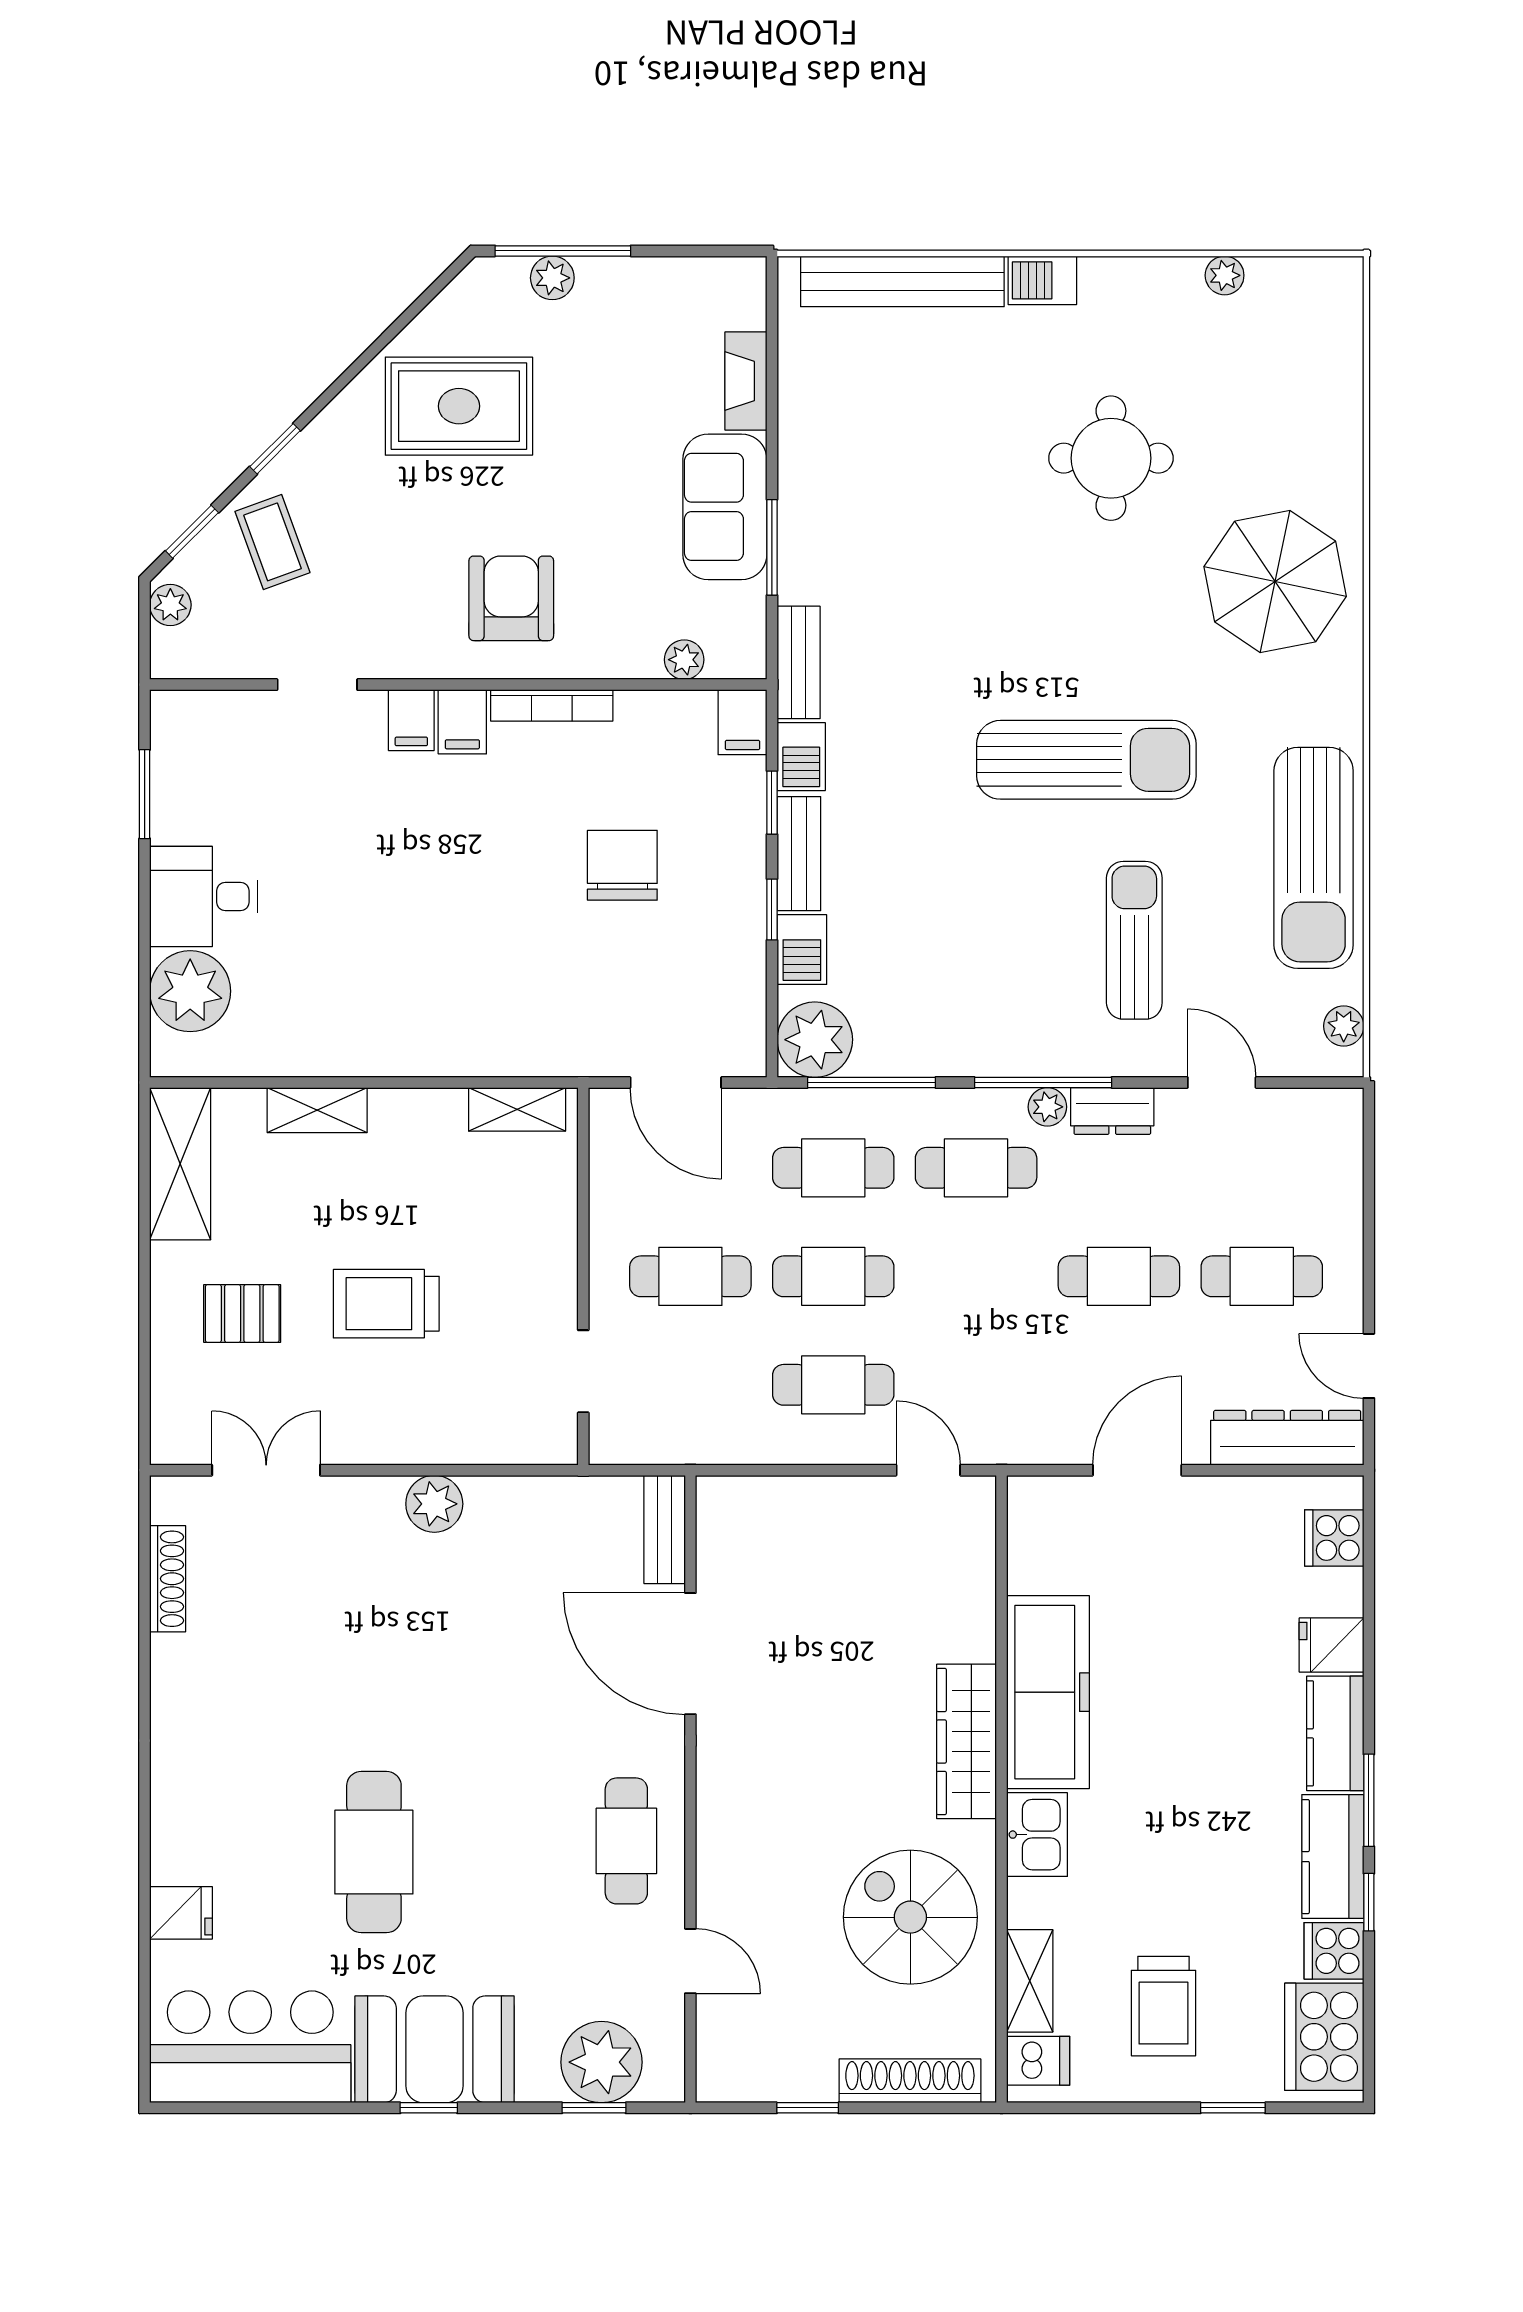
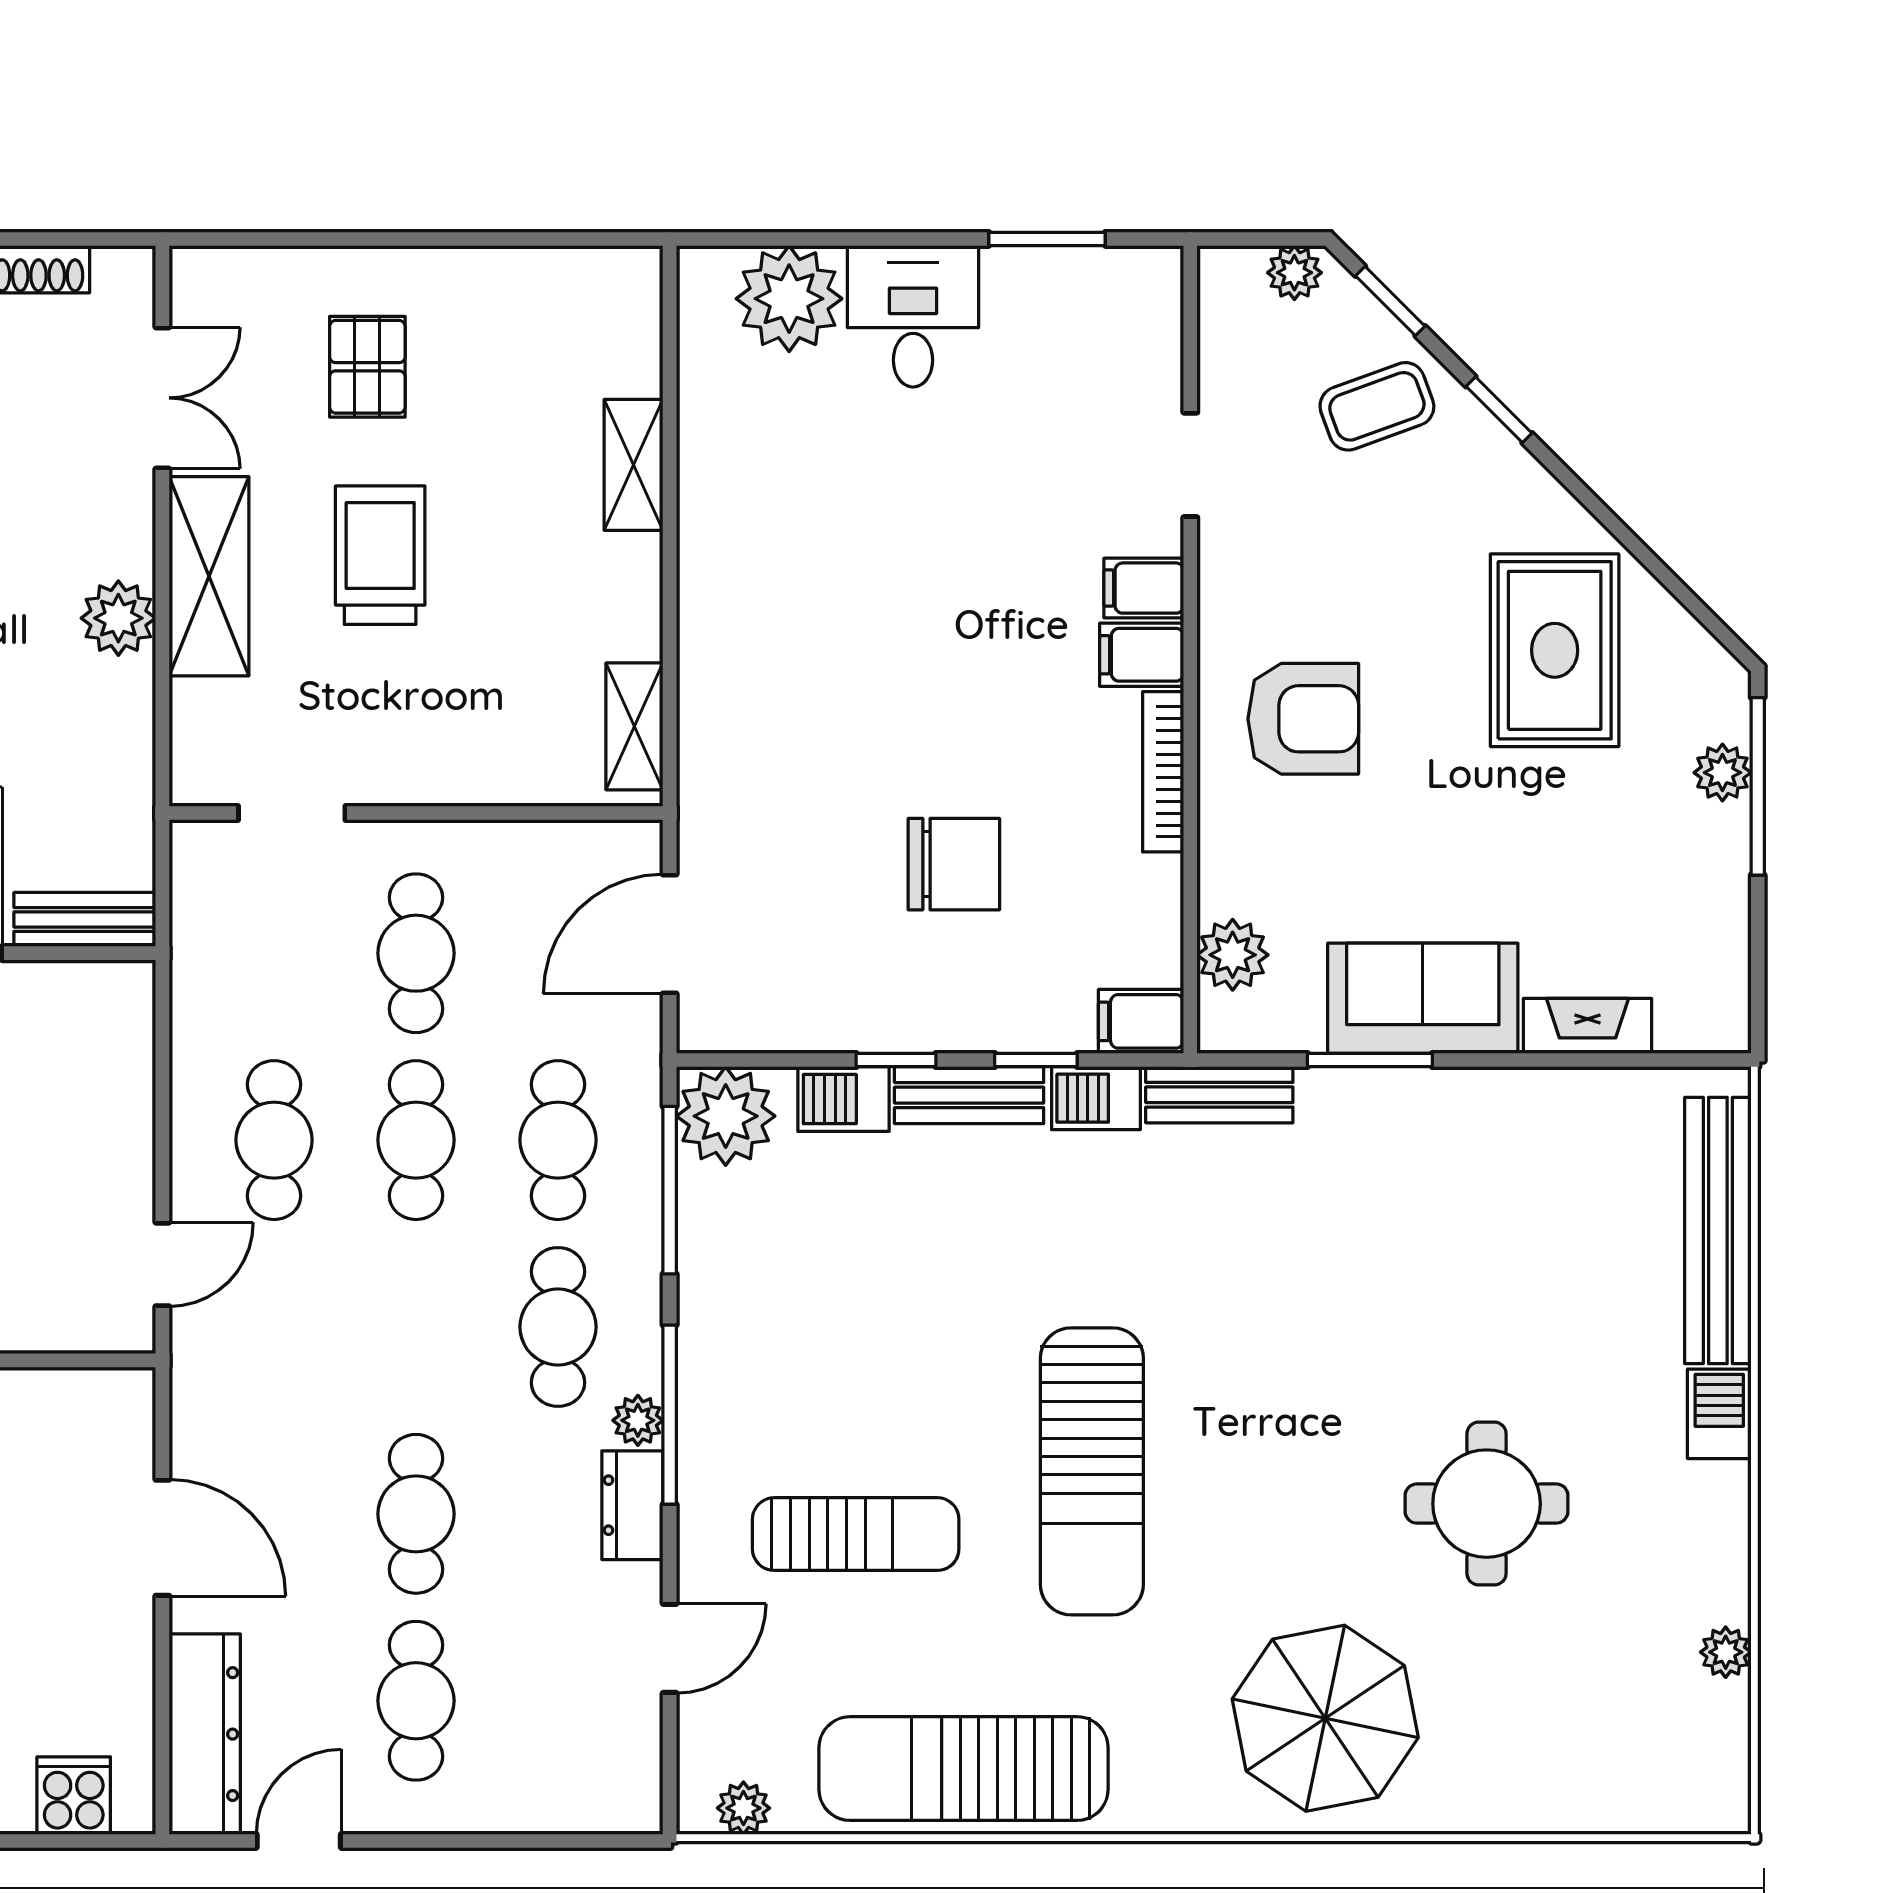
plant: (684, 660) -> (1233, 955), width x1.38, depth x1.38
shelving: (180, 1164) -> (209, 576), moved, turned 90

